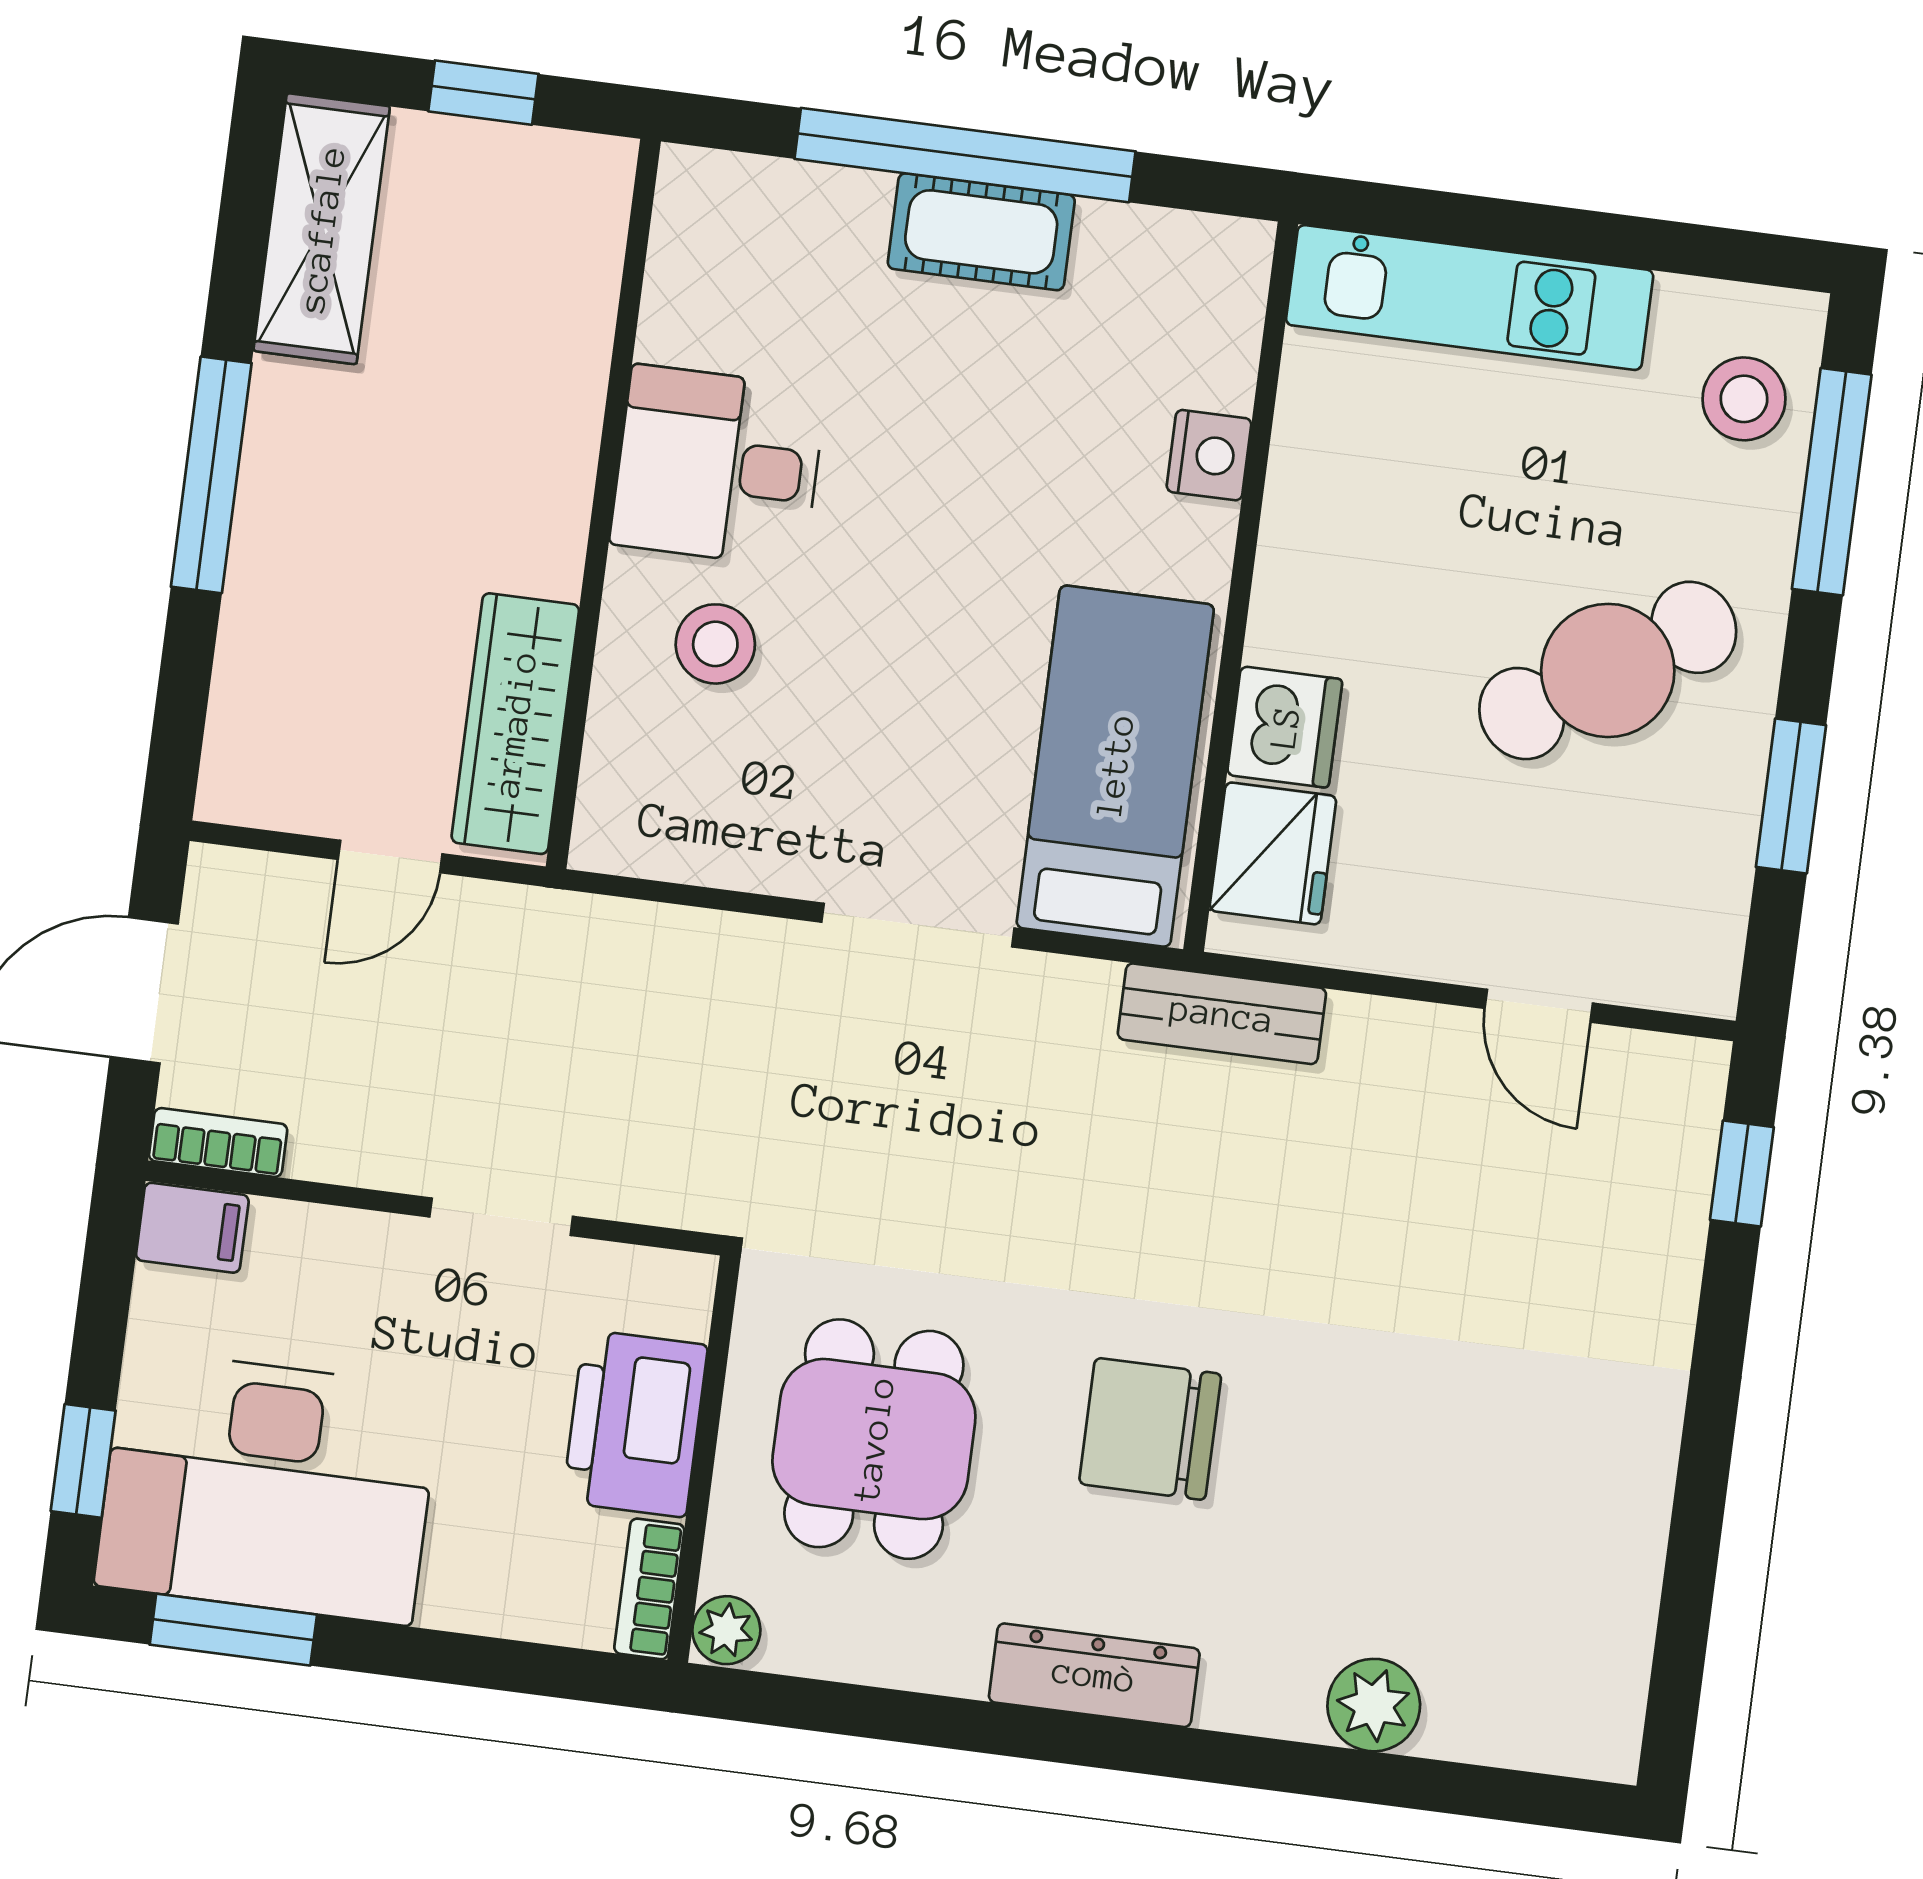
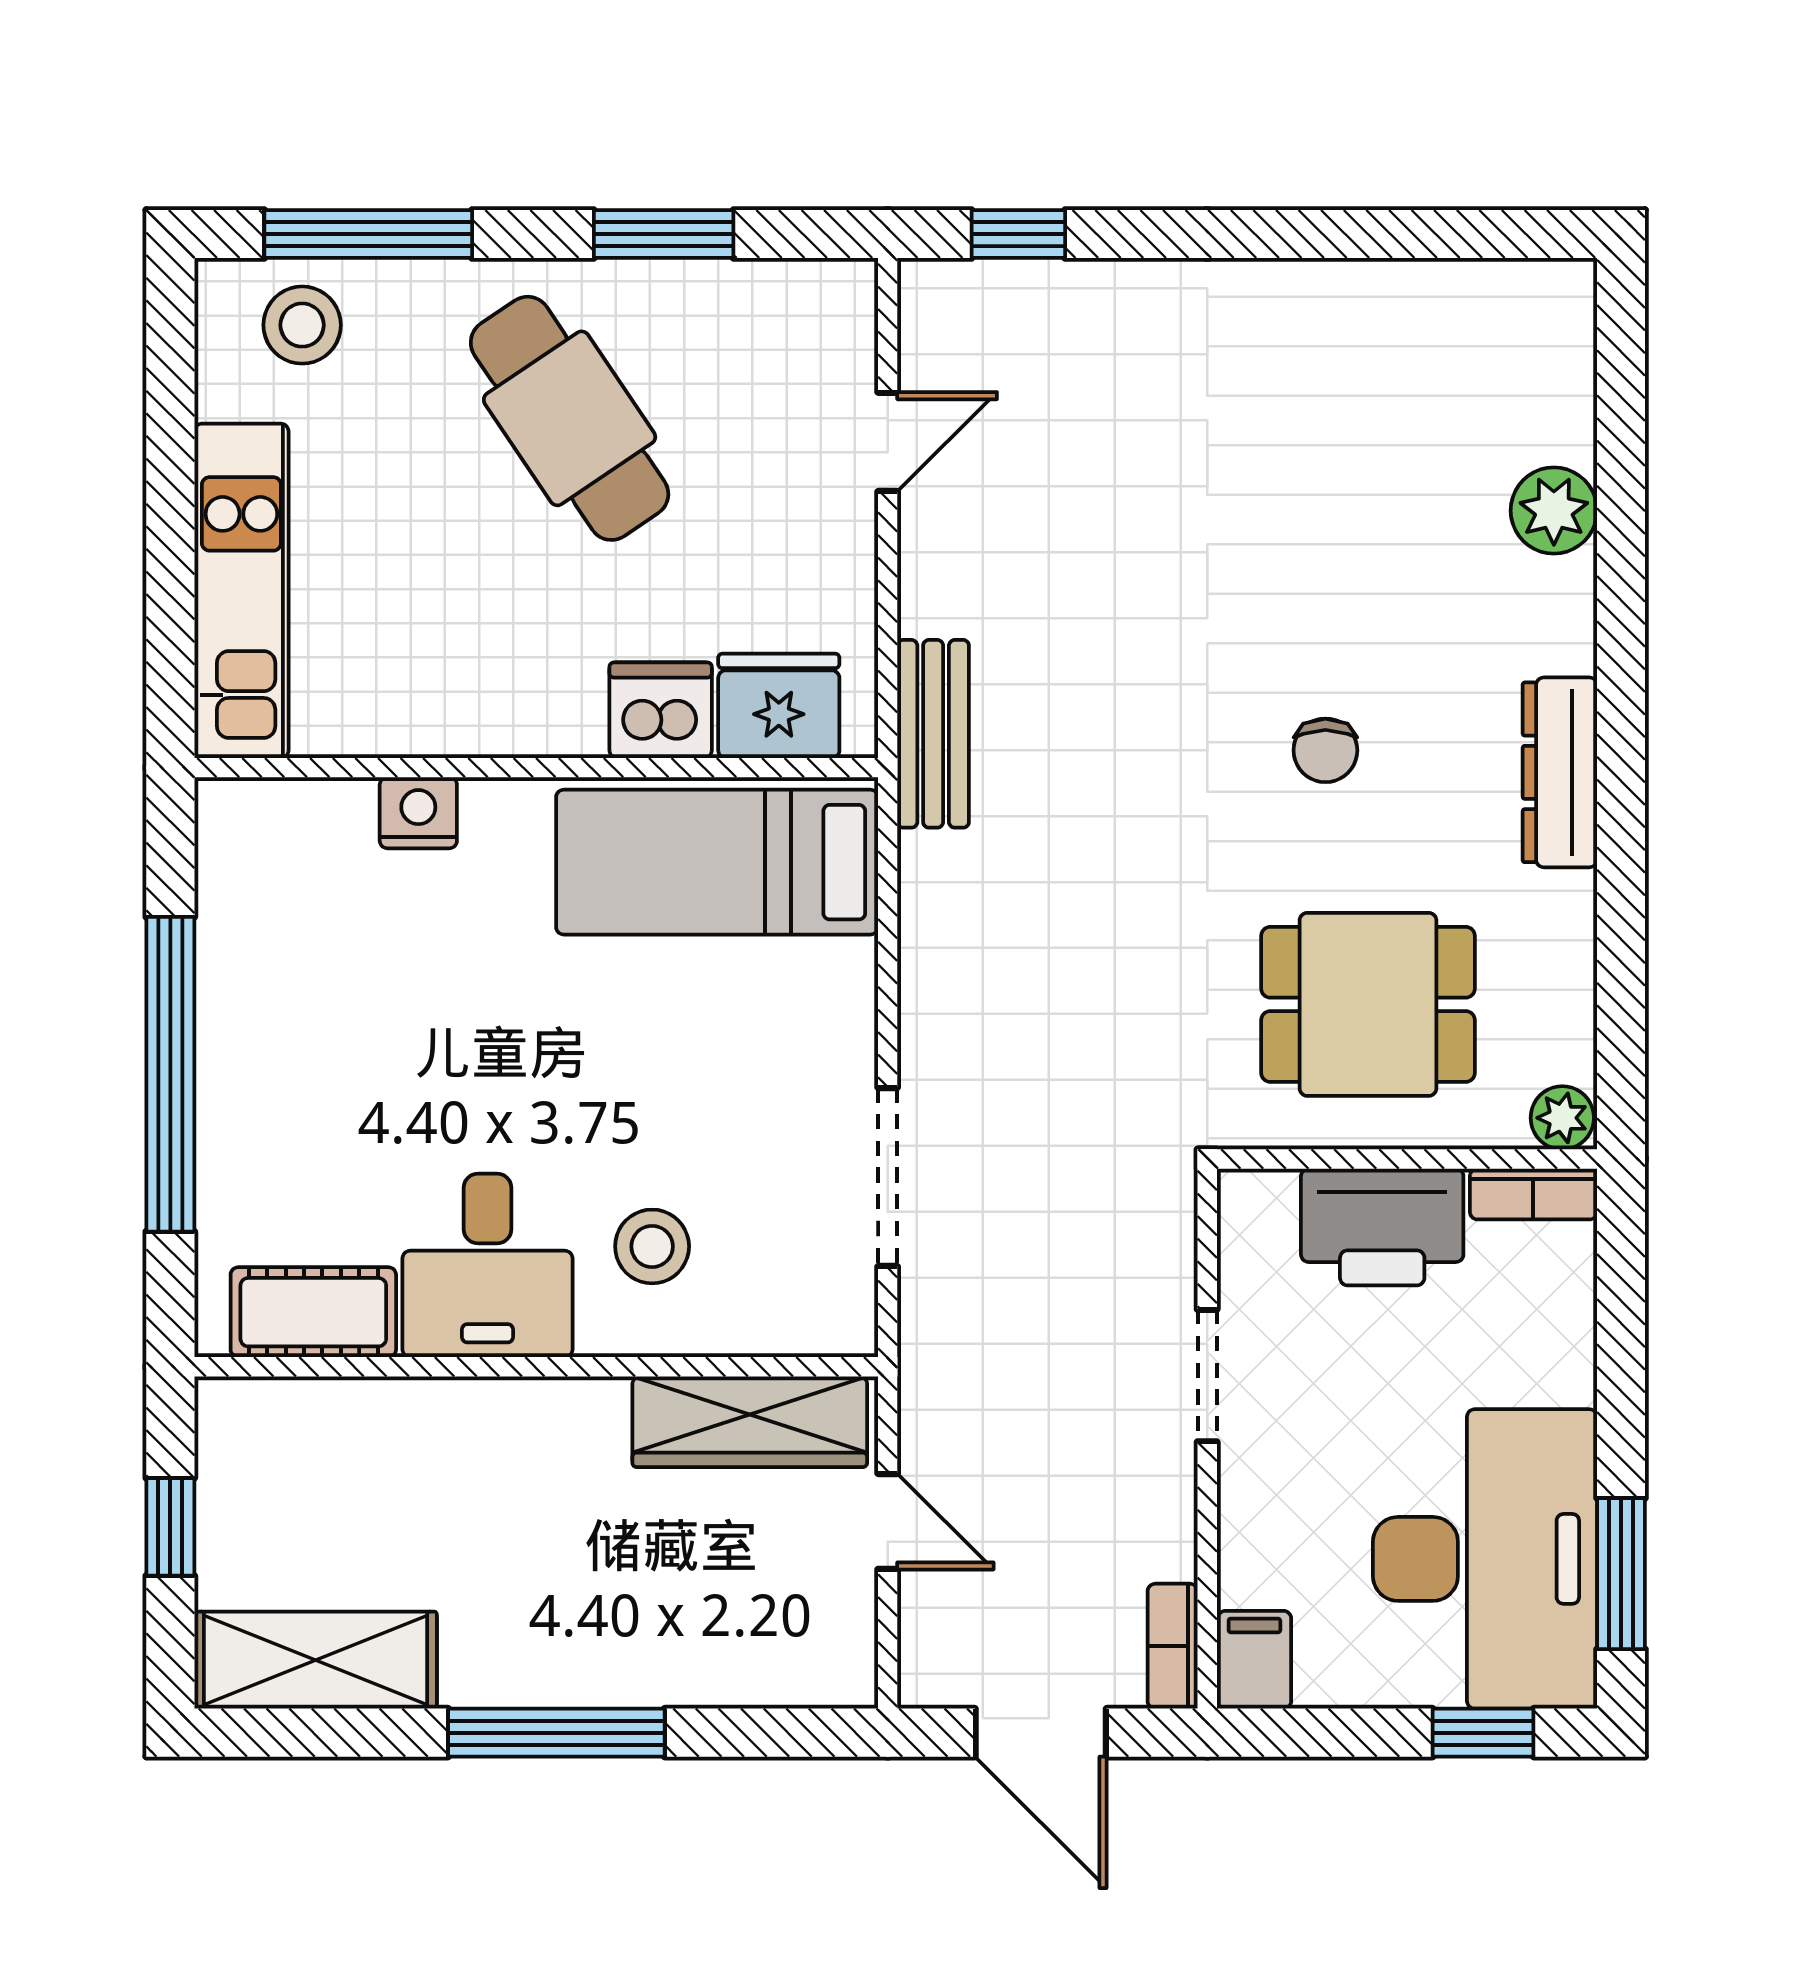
cot: (981, 232) -> (313, 1312), moved, turned 90
doorway: (918, 925) -> (888, 1177), moved
chair: (1150, 1429) -> (1325, 750), width x0.54, depth x0.54

